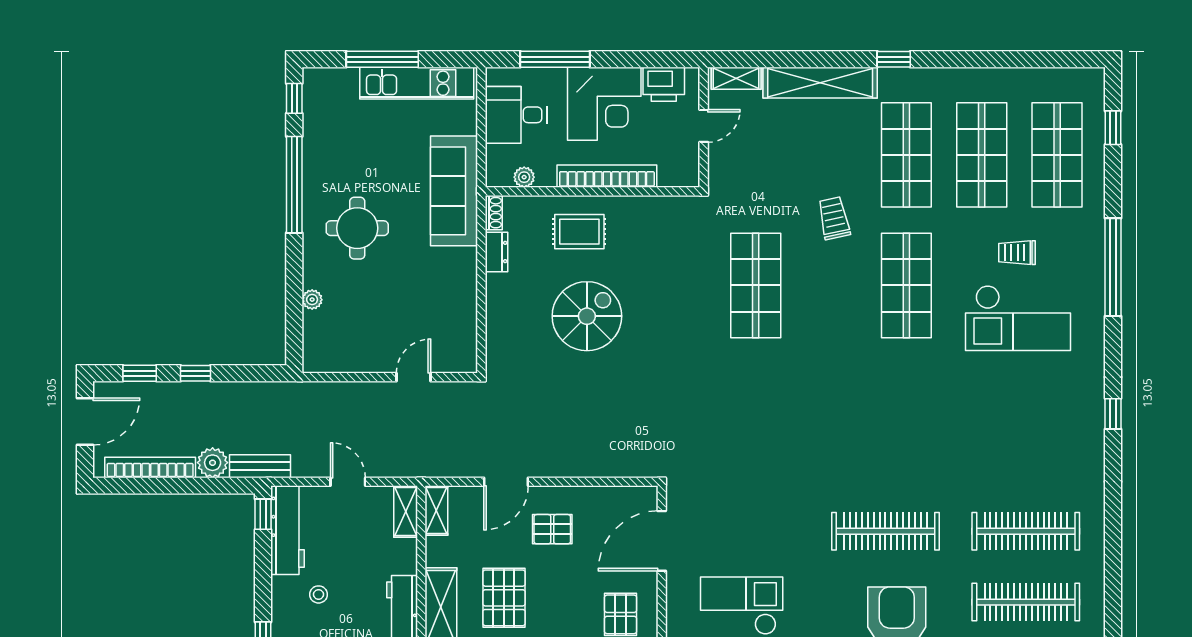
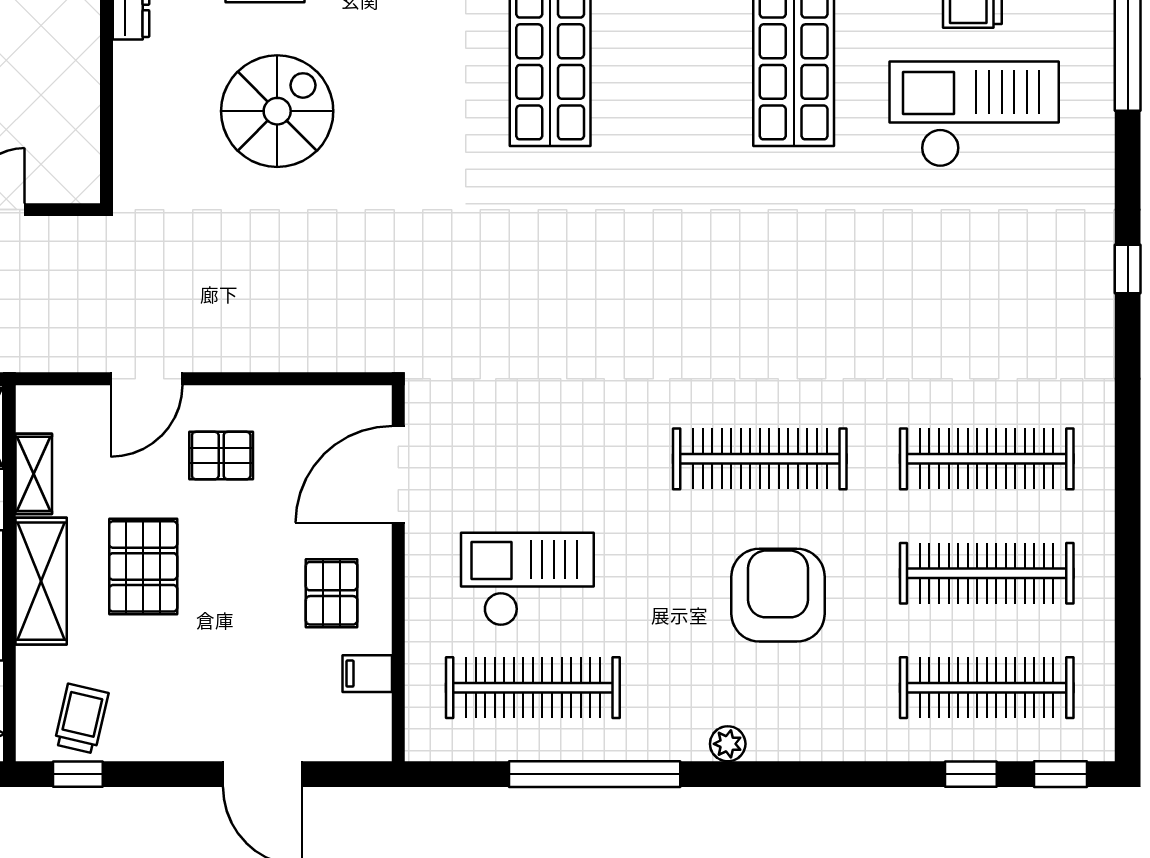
checkout: (1018, 318) -> (974, 114), turned 180
shelving: (436, 511) -> (34, 474), moved

